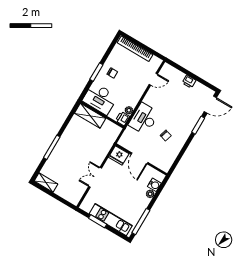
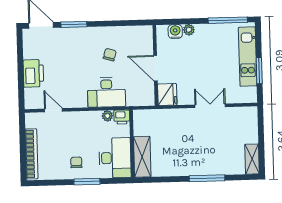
printer: (189, 82) -> (33, 73), width x1.87, depth x1.48
door: (139, 158) -> (155, 68), swing flipped
double door: (95, 177) -> (210, 106), swing flipped

